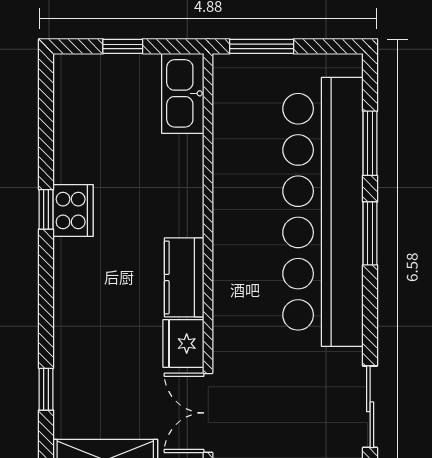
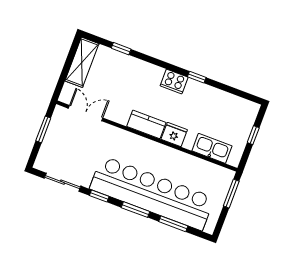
kitchen sink: (183, 93) -> (212, 148), moved
cooker: (73, 211) -> (174, 81), moved
window: (370, 319) -> (99, 196), added
fridge: (183, 344) -> (174, 135), moved

